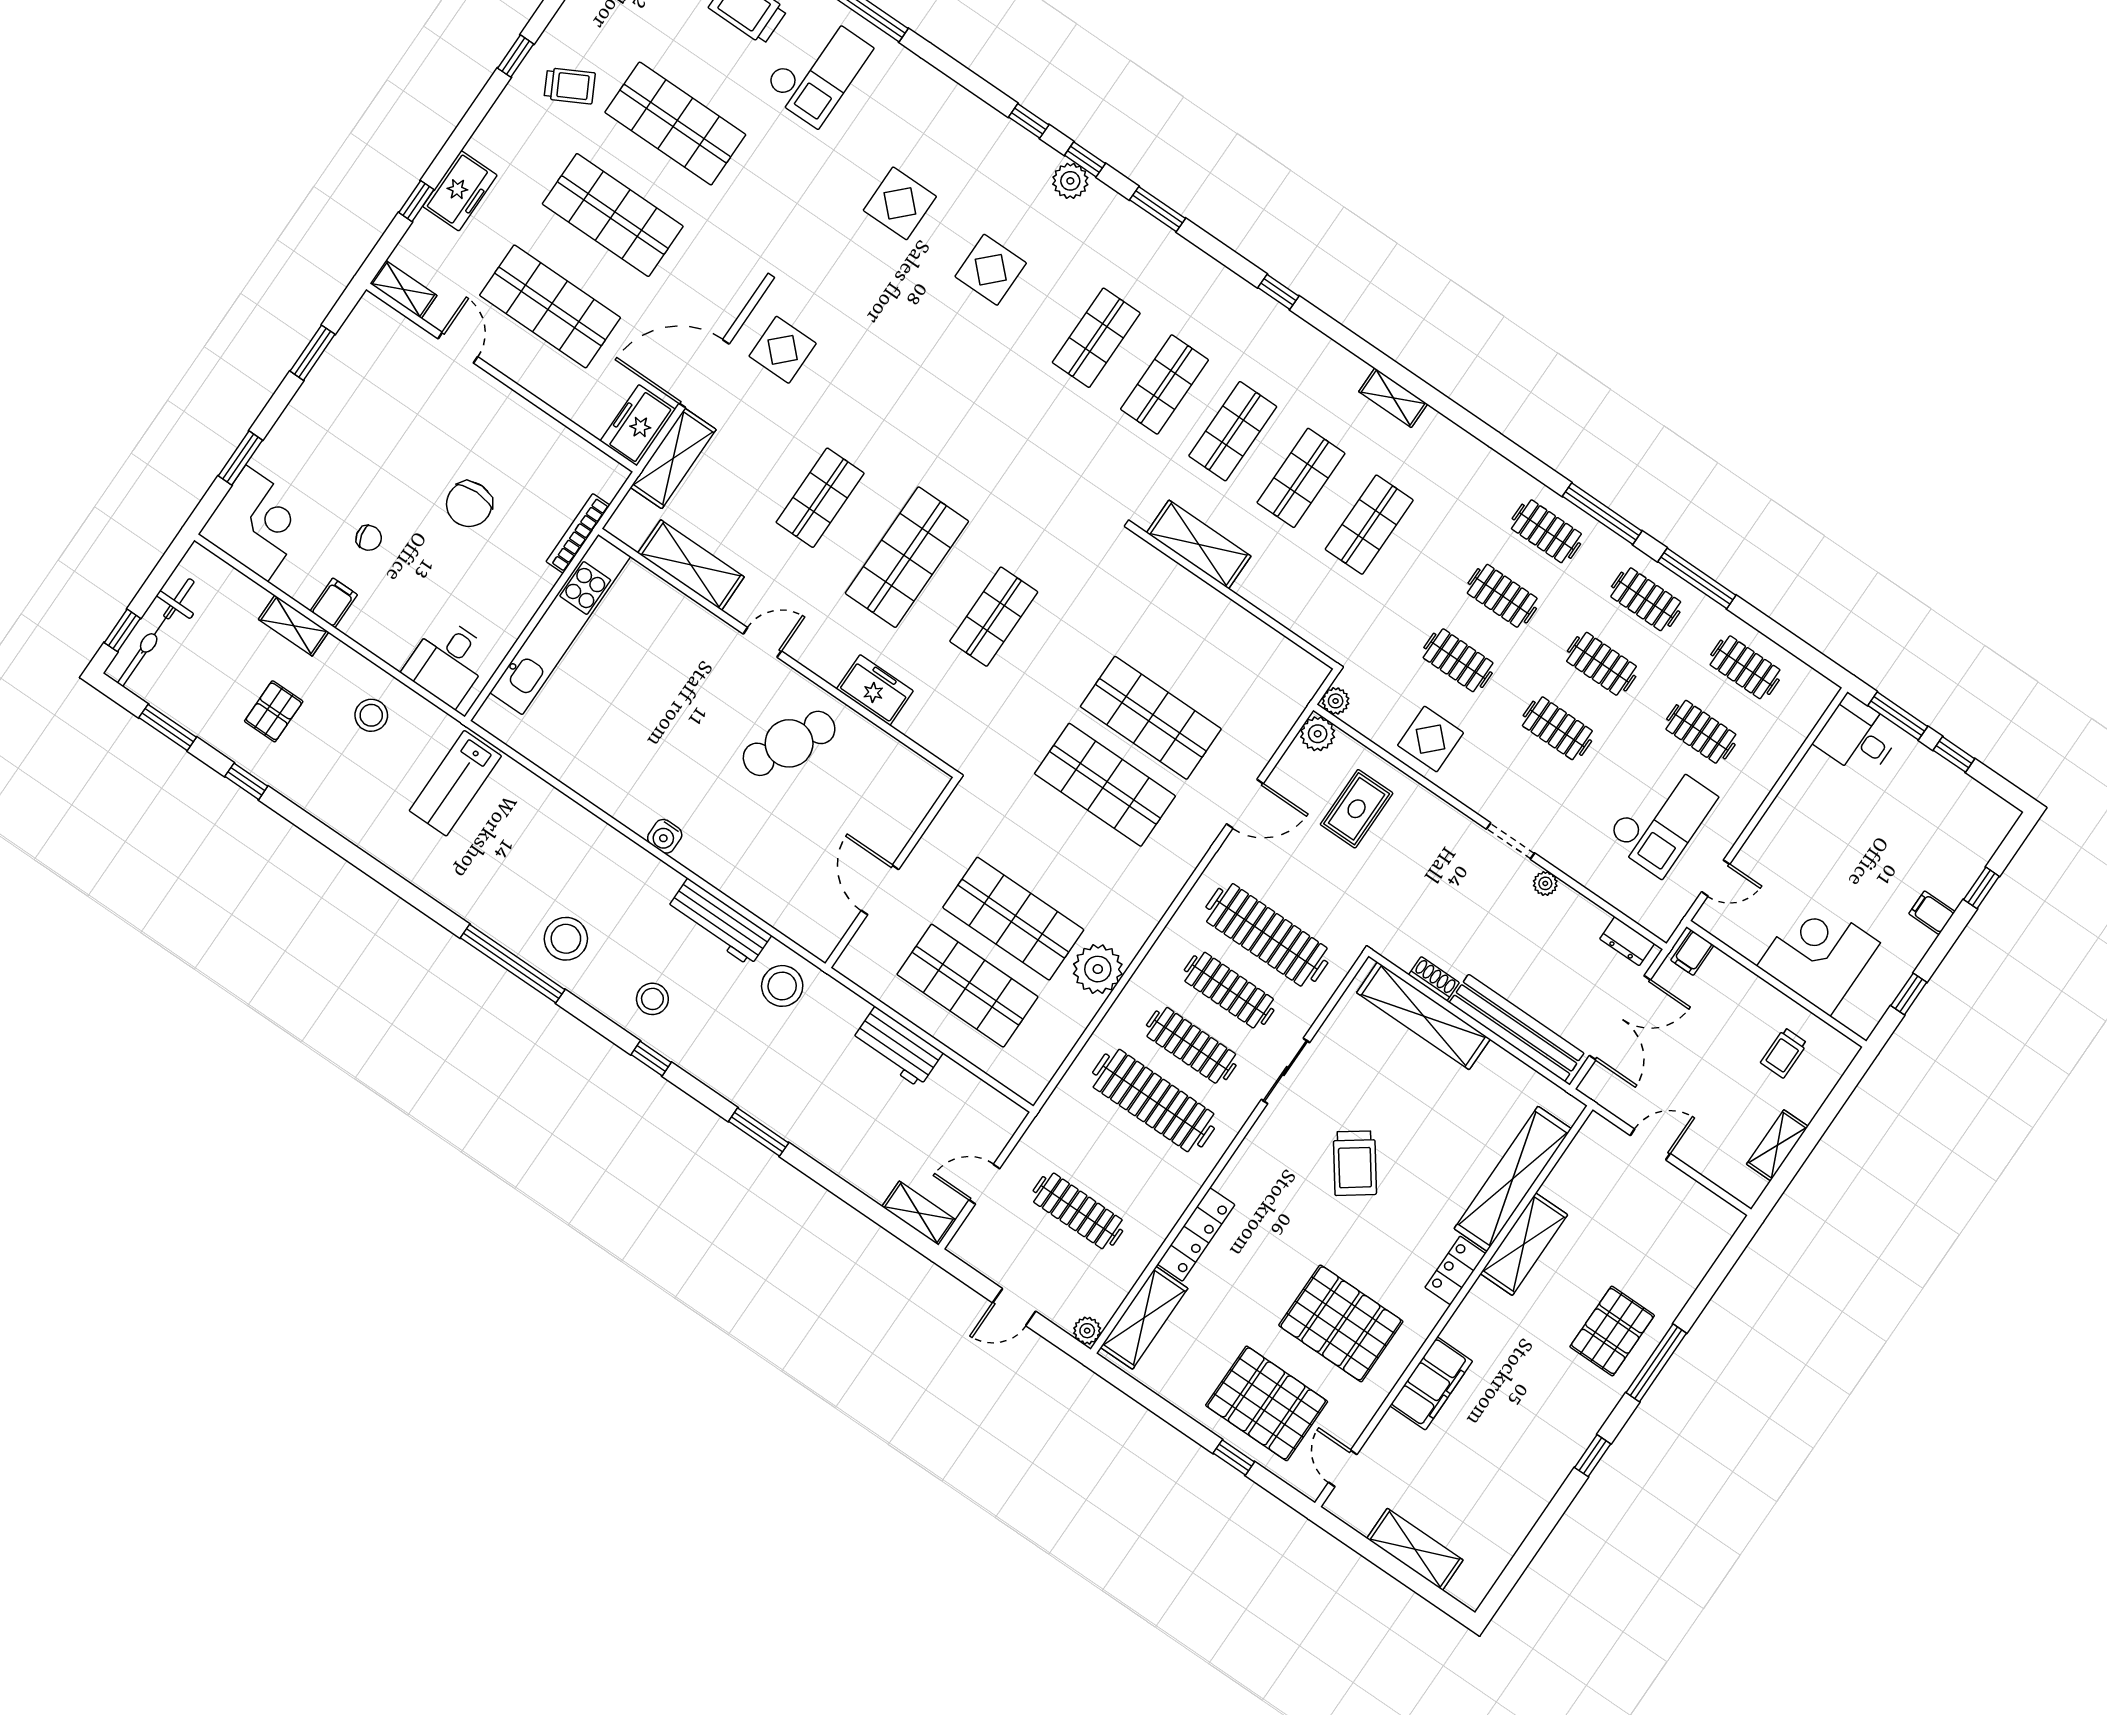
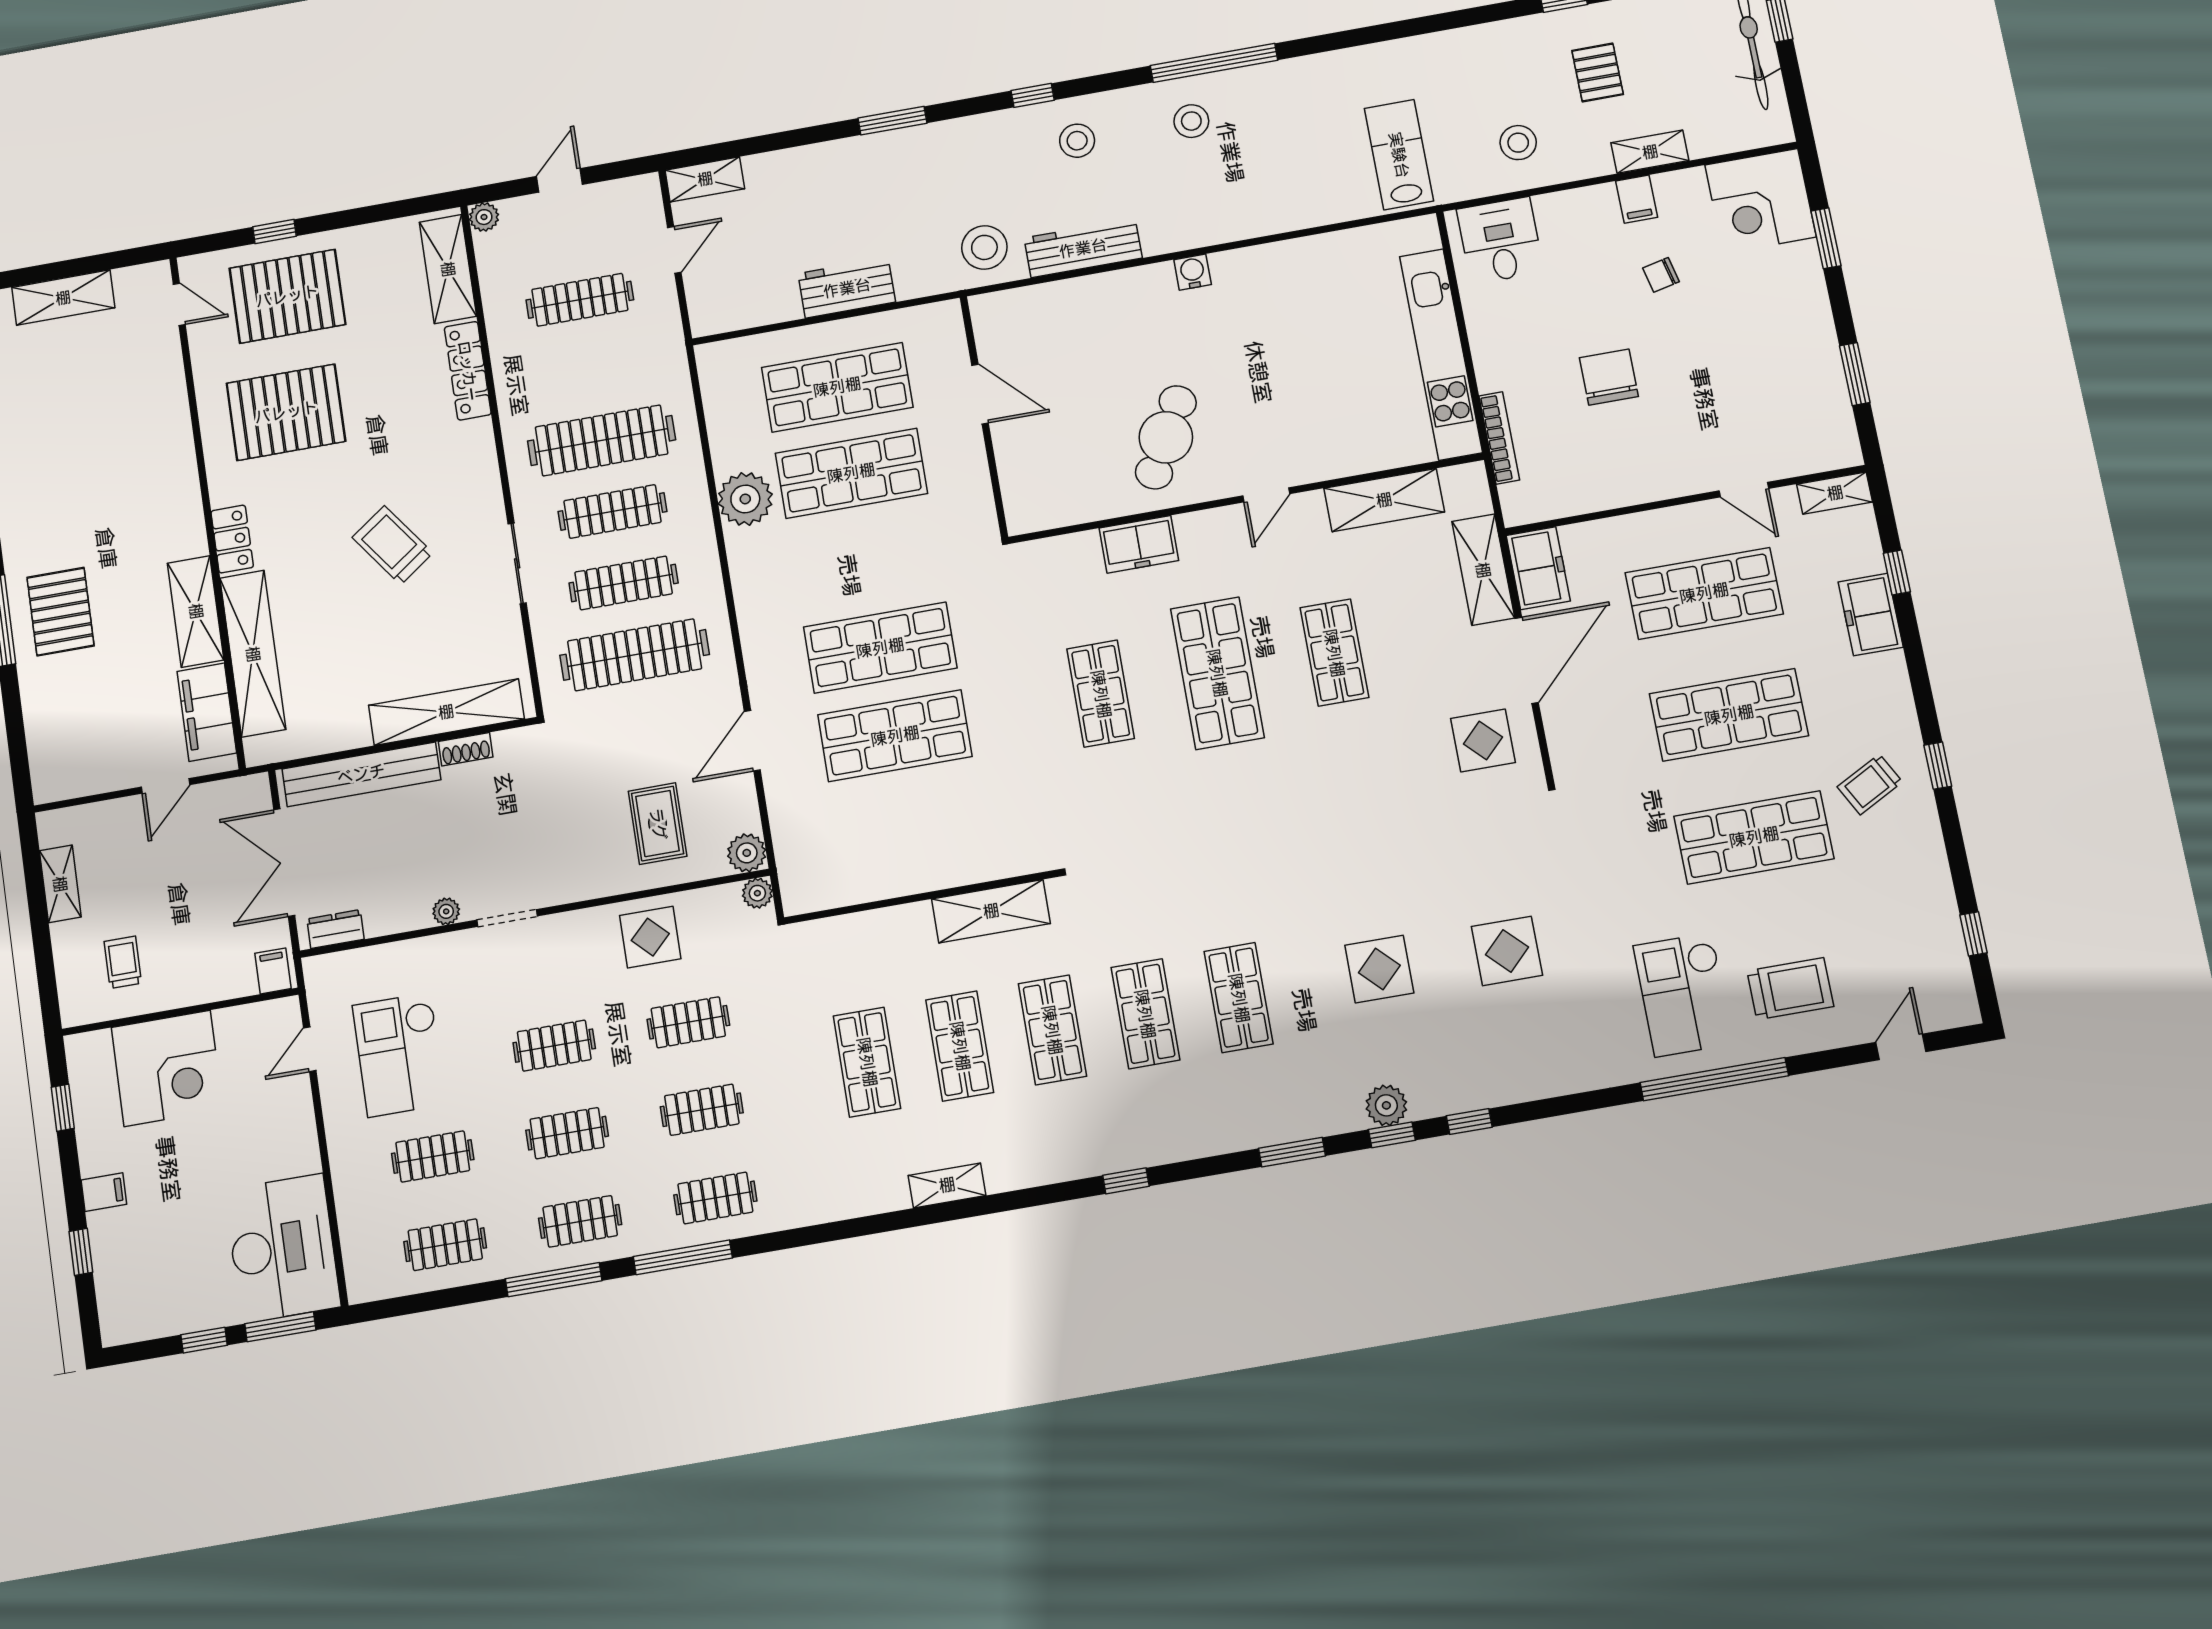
desk: (1858, 737) -> (282, 1248), width x1.87, depth x1.30
stool: (566, 939) -> (1191, 121), width x0.73, depth x0.73
filing cabinet: (1431, 1383) -> (207, 712), moved

